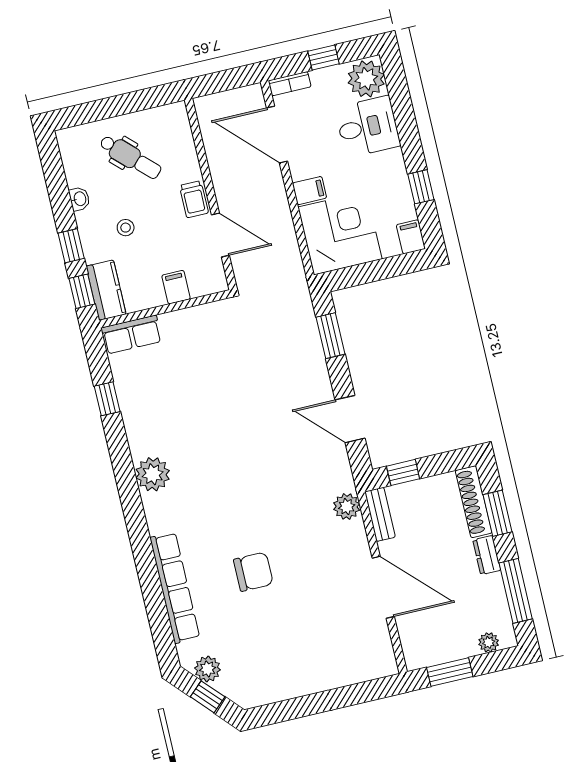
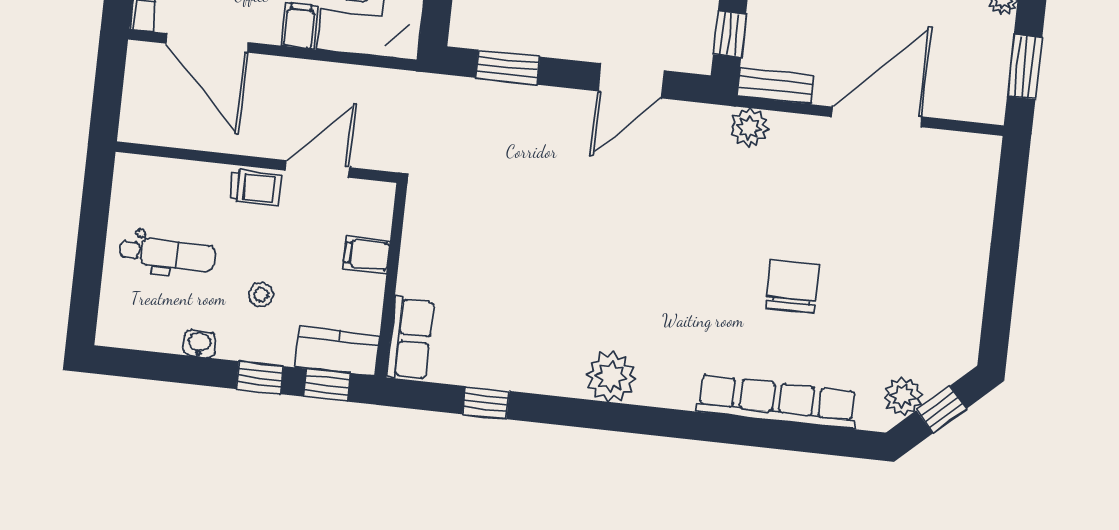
door: (277, 135) -> (207, 43), hinge flipped
dental chair: (130, 157) -> (167, 254), turned 46

